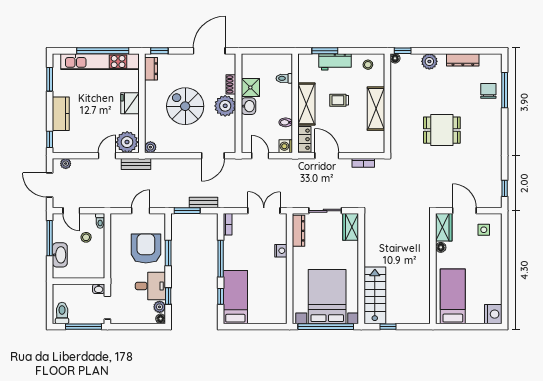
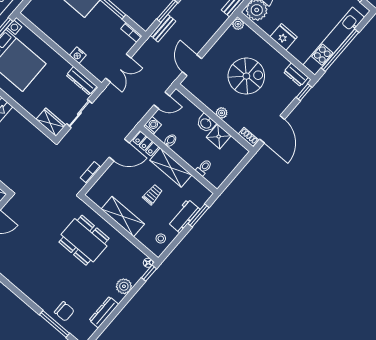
shoe rack: (231, 84) -> (248, 137), moved
plant: (225, 106) -> (222, 113), width x0.53, depth x0.53
dining table: (442, 130) -> (84, 240), moved, width x1.38

